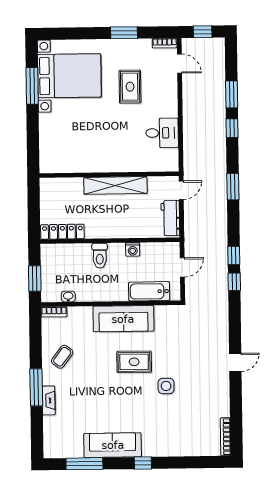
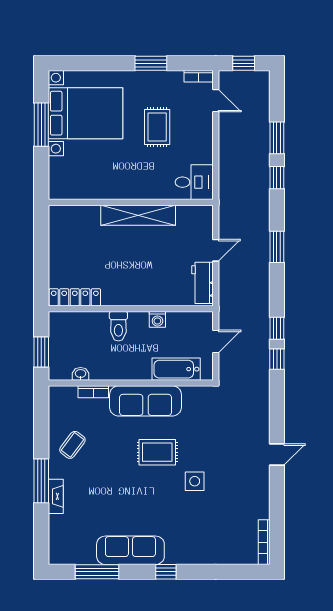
wall: (109, 175) -> (131, 202), moved
shelving: (115, 185) -> (138, 215), moved
bookcase: (54, 312) -> (93, 392), moved

